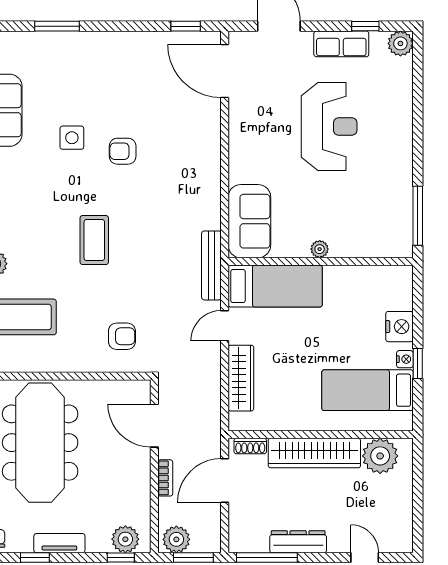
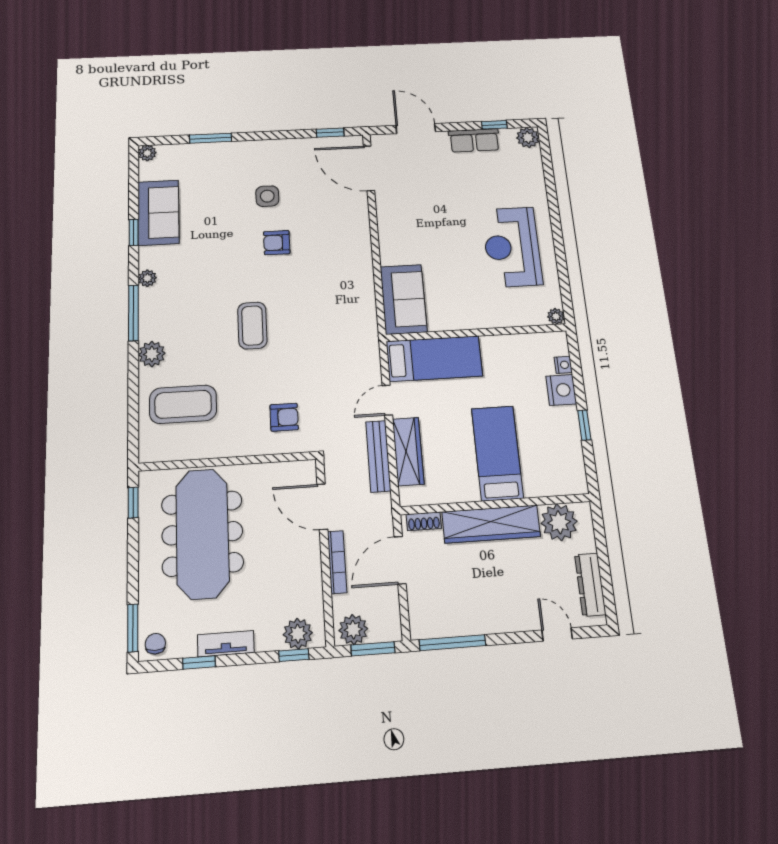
reception desk: (329, 126) -> (512, 247), moved, turned 180
side table: (72, 138) -> (267, 196), moved
window: (418, 216) -> (565, 285), removed
plant: (320, 249) -> (556, 316), moved
bench: (211, 265) -> (378, 456), moved
nightstand: (405, 359) -> (563, 365), moved
bed: (367, 390) -> (497, 453), moved, turned 90
bookcase: (165, 478) -> (337, 562), width x1.56
dresser: (298, 542) -> (590, 585), moved, turned -90

